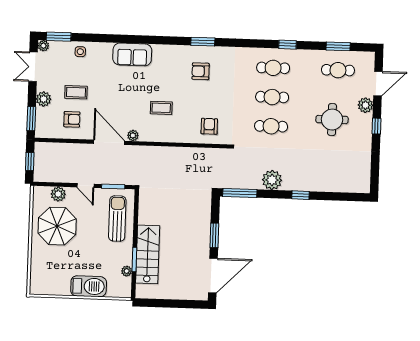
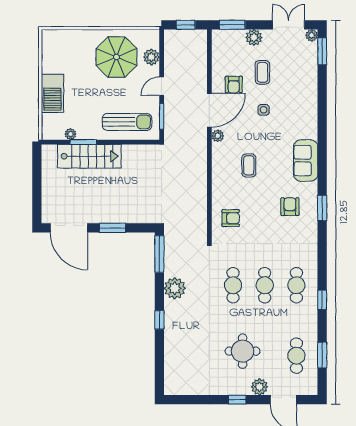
side table: (80, 52) -> (264, 110), moved
sofa: (132, 54) -> (306, 161), moved
armchair: (72, 119) -> (234, 84), moved

